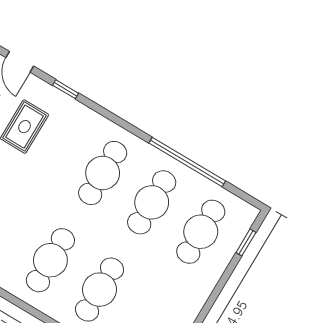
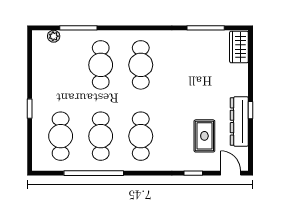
window: (246, 242) -> (30, 109), moved

